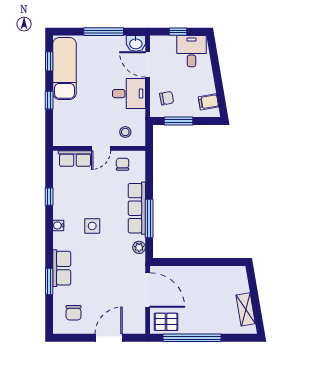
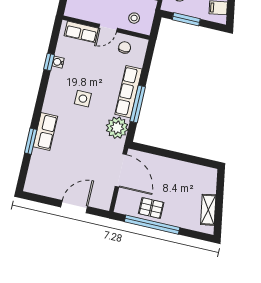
water cooler: (58, 225) -> (58, 62), moved
plant: (139, 247) -> (117, 128), width x1.88, depth x1.88
chair: (74, 313) -> (47, 176), removed
pallet: (166, 322) -> (151, 208), moved

